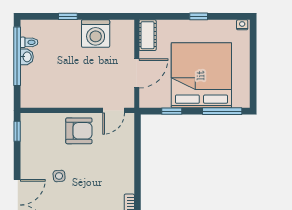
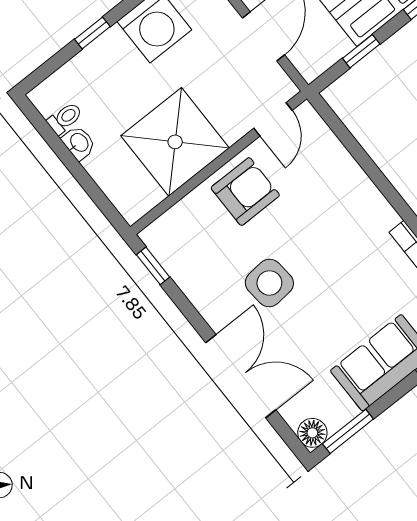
window: (17, 56) -> (64, 153), removed
shower: (66, 88) -> (175, 142), added
side table: (59, 176) -> (269, 283), width x1.87, depth x1.87

